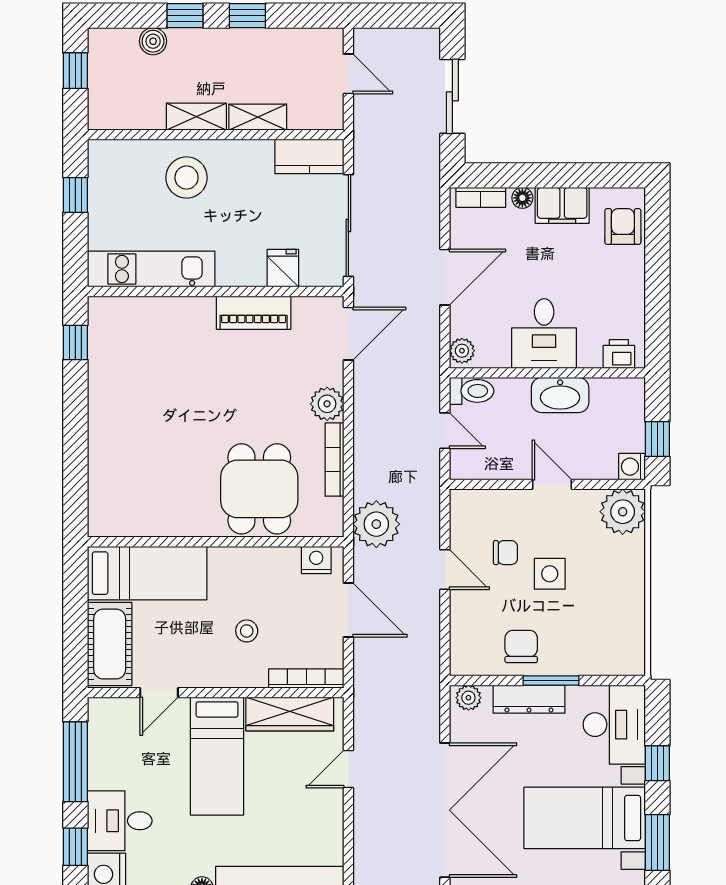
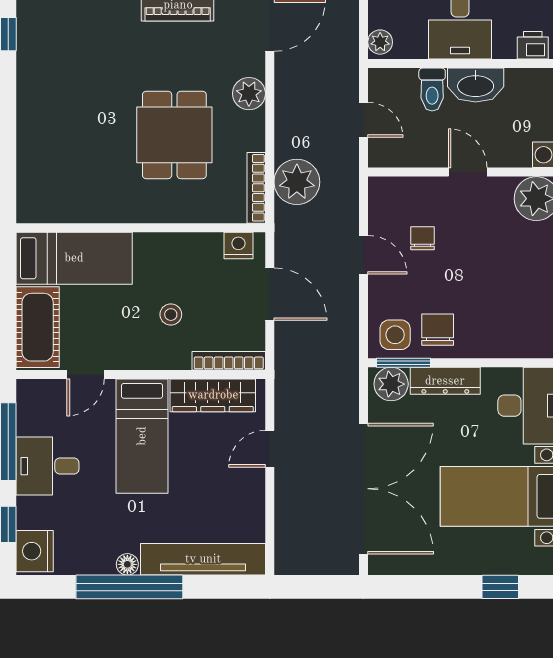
toilet: (472, 391) -> (432, 90), moved, turned 90
bookcase: (334, 460) -> (256, 188), moved
dining table: (259, 489) -> (174, 135), moved
plant: (376, 524) -> (297, 182), moved
chair: (505, 553) -> (422, 238), turned -90
side table: (550, 574) -> (395, 335), moved
window: (551, 680) -> (403, 363), moved
plant: (468, 698) -> (391, 384), width x1.38, depth x1.38
desk: (120, 821) -> (47, 466), moved

